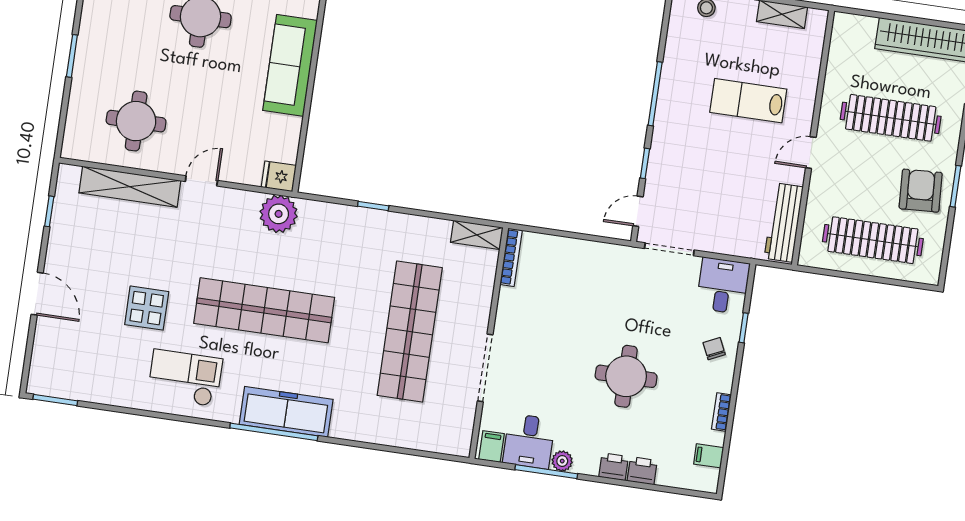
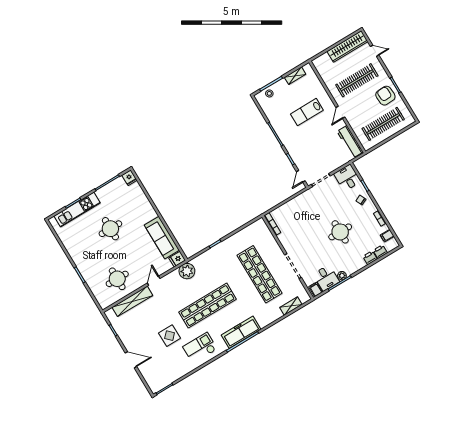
sofa: (290, 65) -> (162, 238), moved
shelving: (477, 235) -> (291, 306), moved
printer: (614, 467) -> (380, 252), moved

